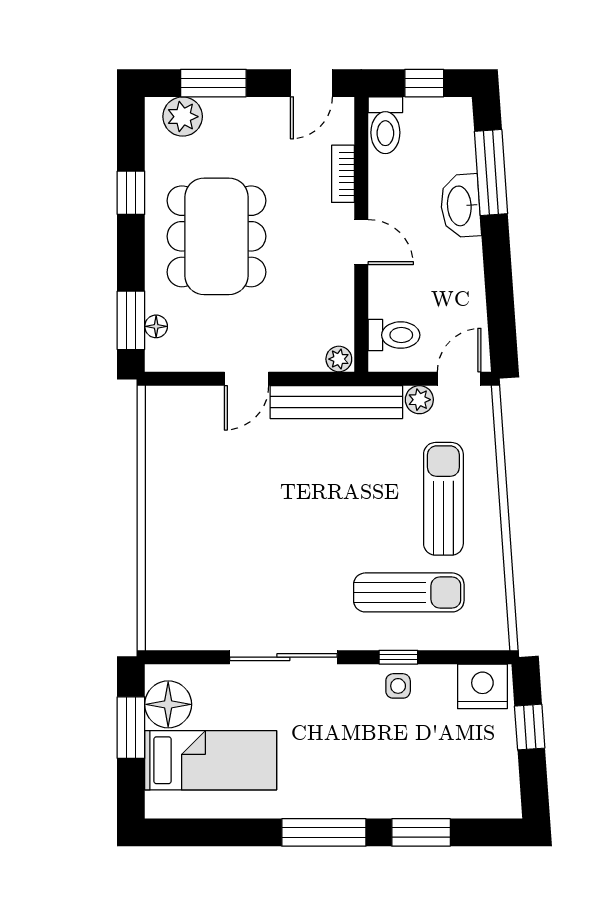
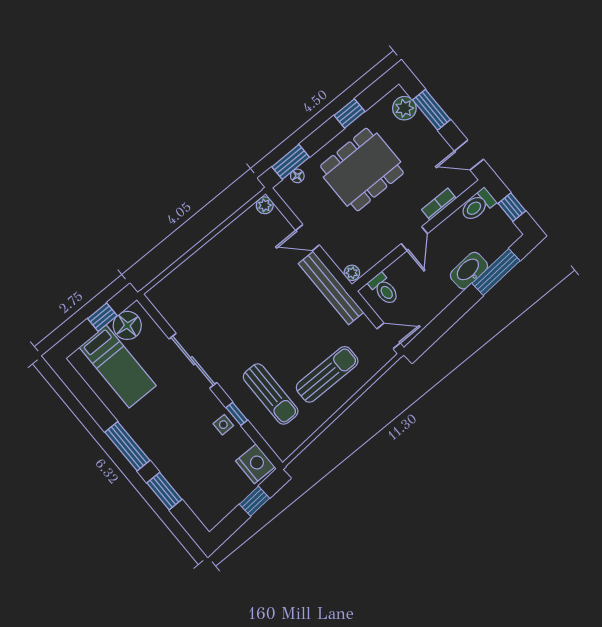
plant: (419, 400) -> (265, 205), moved
window: (131, 728) -> (102, 317), width x0.67

